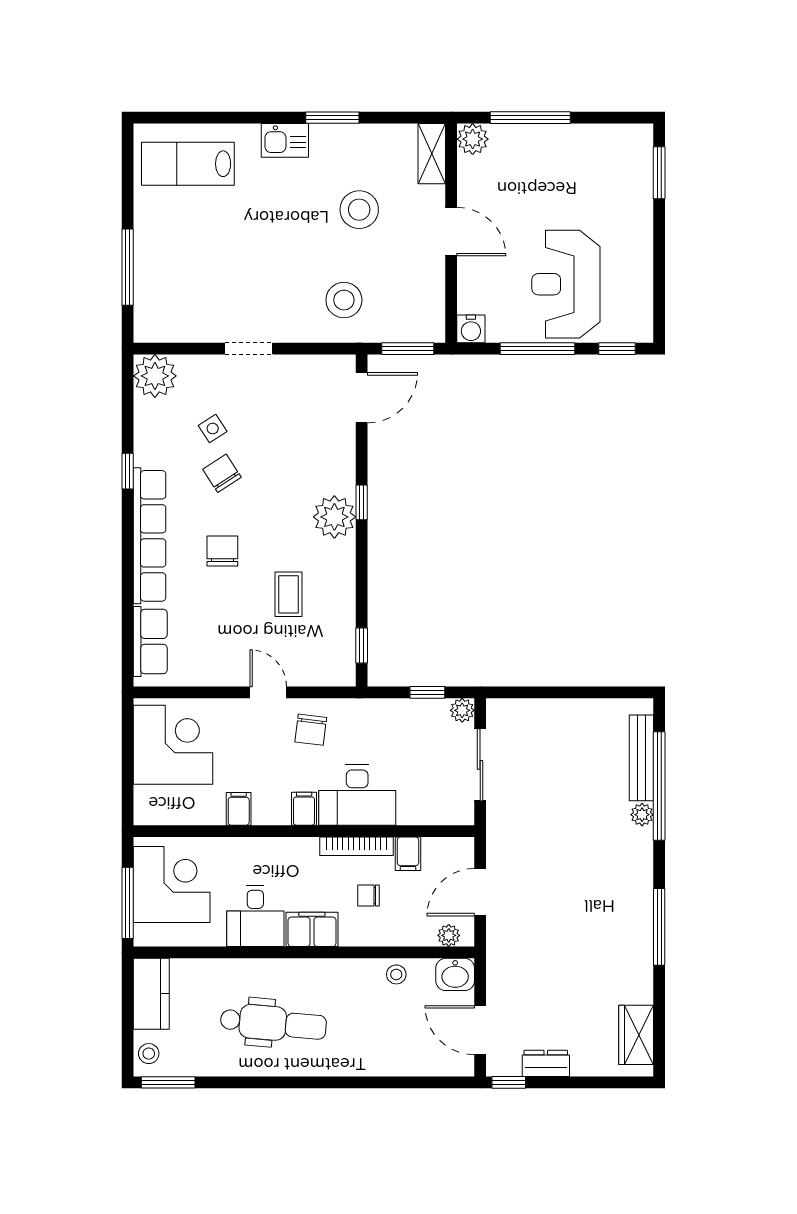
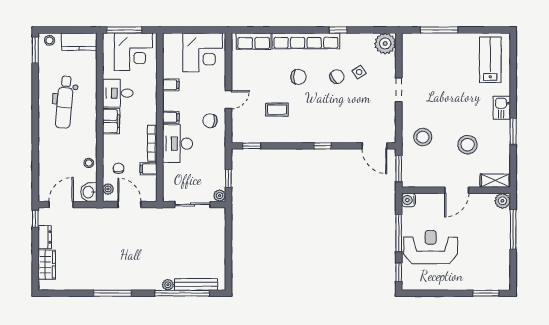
plant: (334, 517) -> (315, 132), removed
chair: (368, 895) -> (118, 168), moved
wardrobe: (636, 1035) -> (47, 265), moved, turned 90

